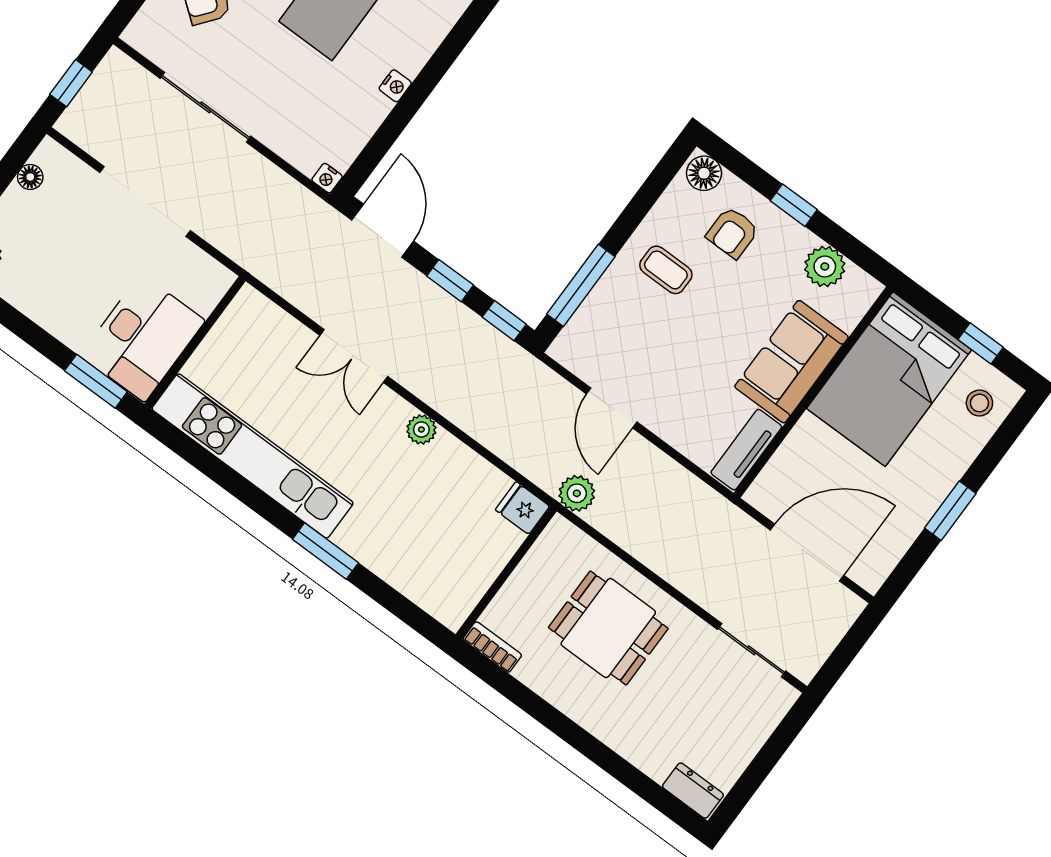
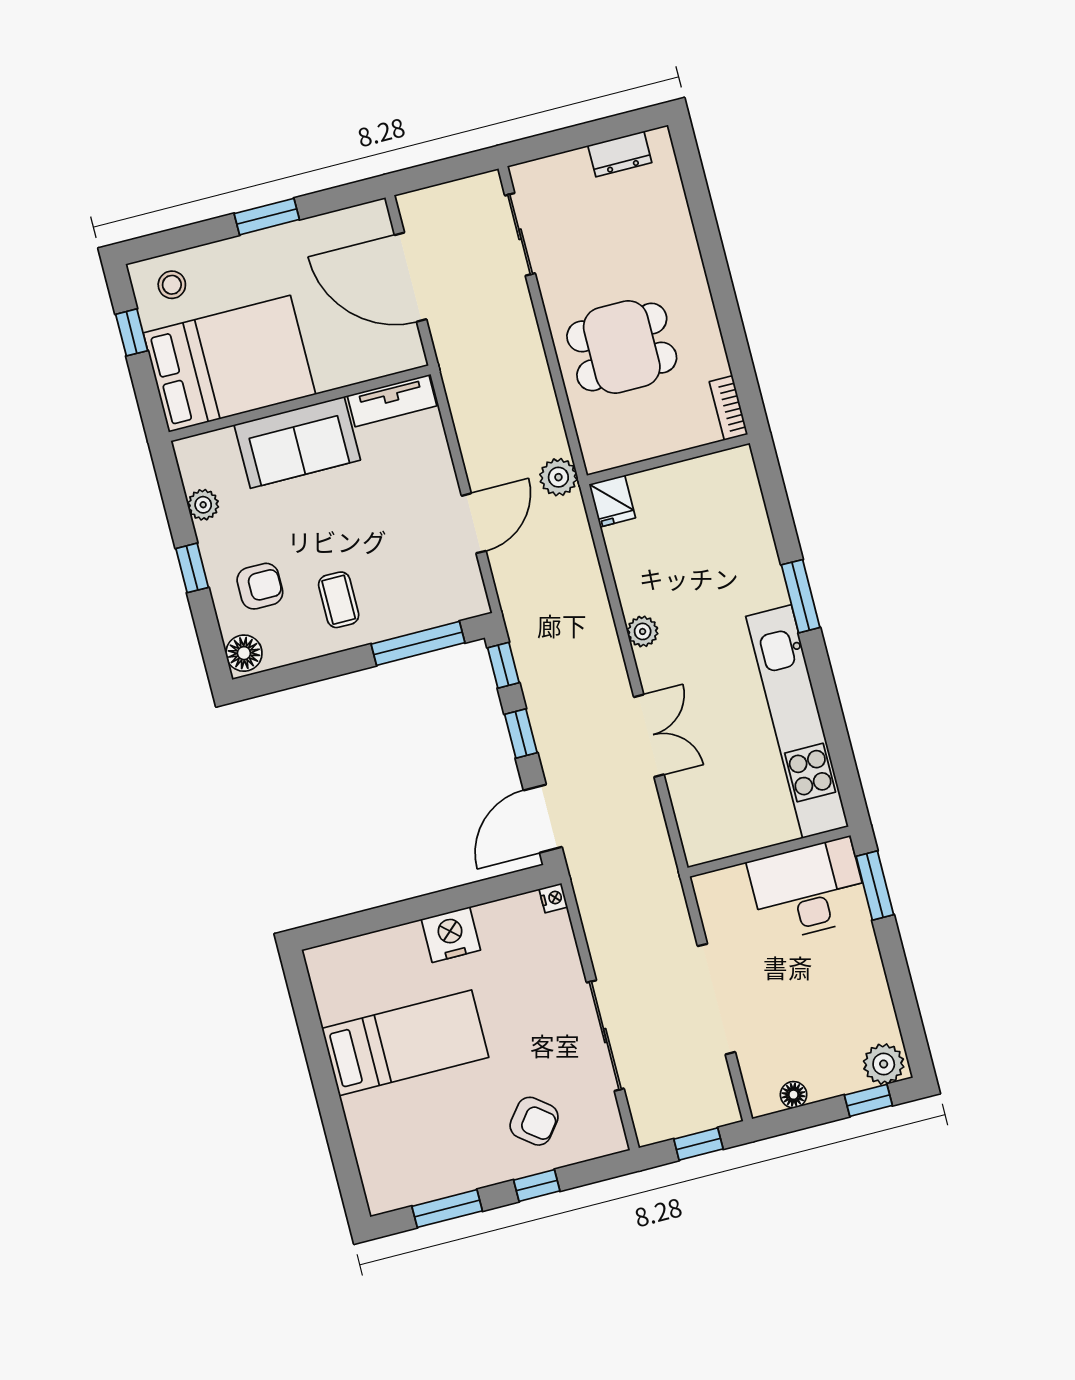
nightstand: (395, 86) -> (451, 935), width x1.89, depth x1.79
plant: (825, 266) -> (203, 505), width x0.73, depth x0.73
dining table: (608, 628) -> (622, 347), turned 90
dresser: (693, 791) -> (620, 154), moved, turned -90

